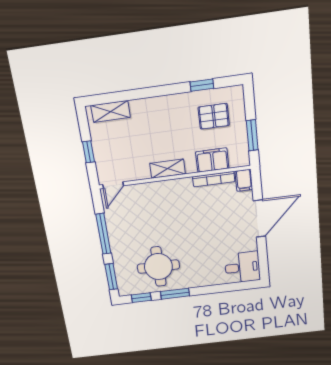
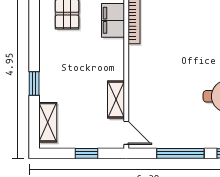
window: (202, 85) -> (34, 84), moved
shelving: (168, 169) -> (116, 100), moved

